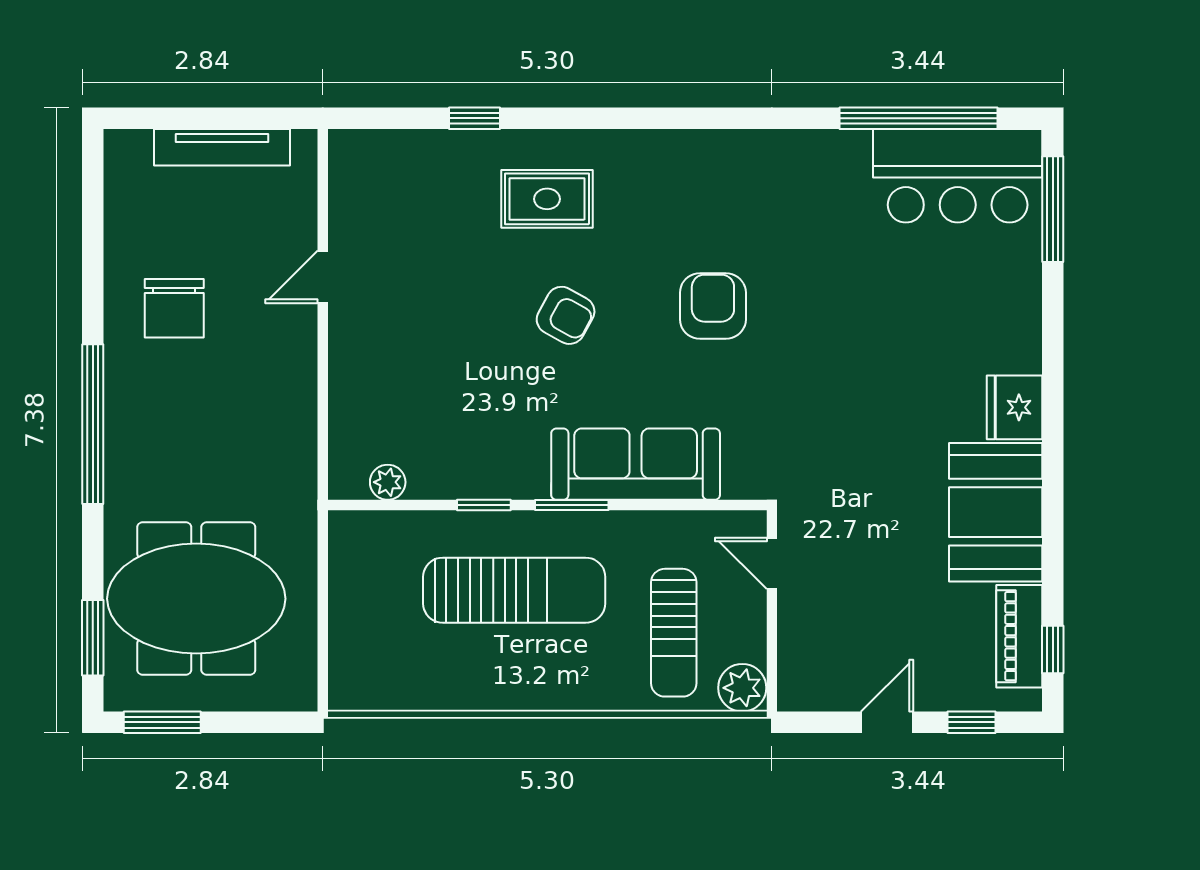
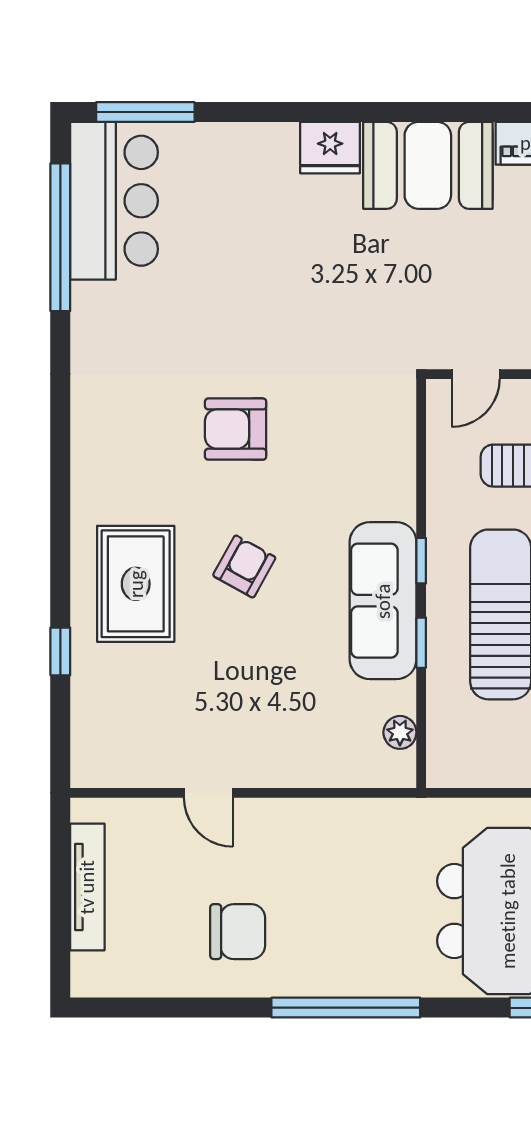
rug: (547, 199) -> (136, 584), width x1.36, depth x1.43
sofa: (636, 464) -> (383, 601), moved
window: (572, 505) -> (421, 561), width x0.67

